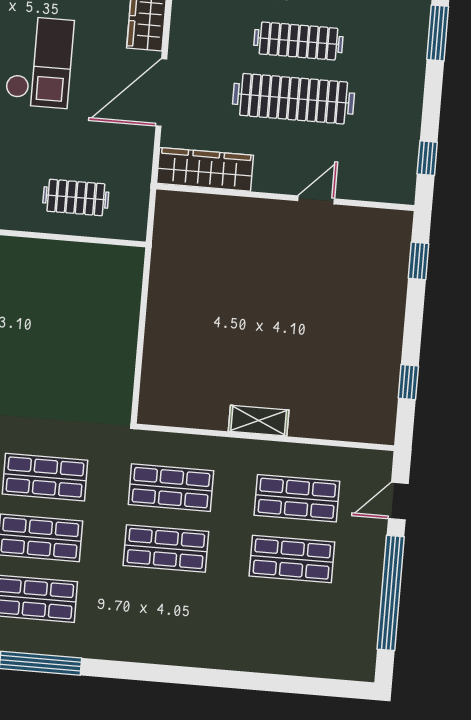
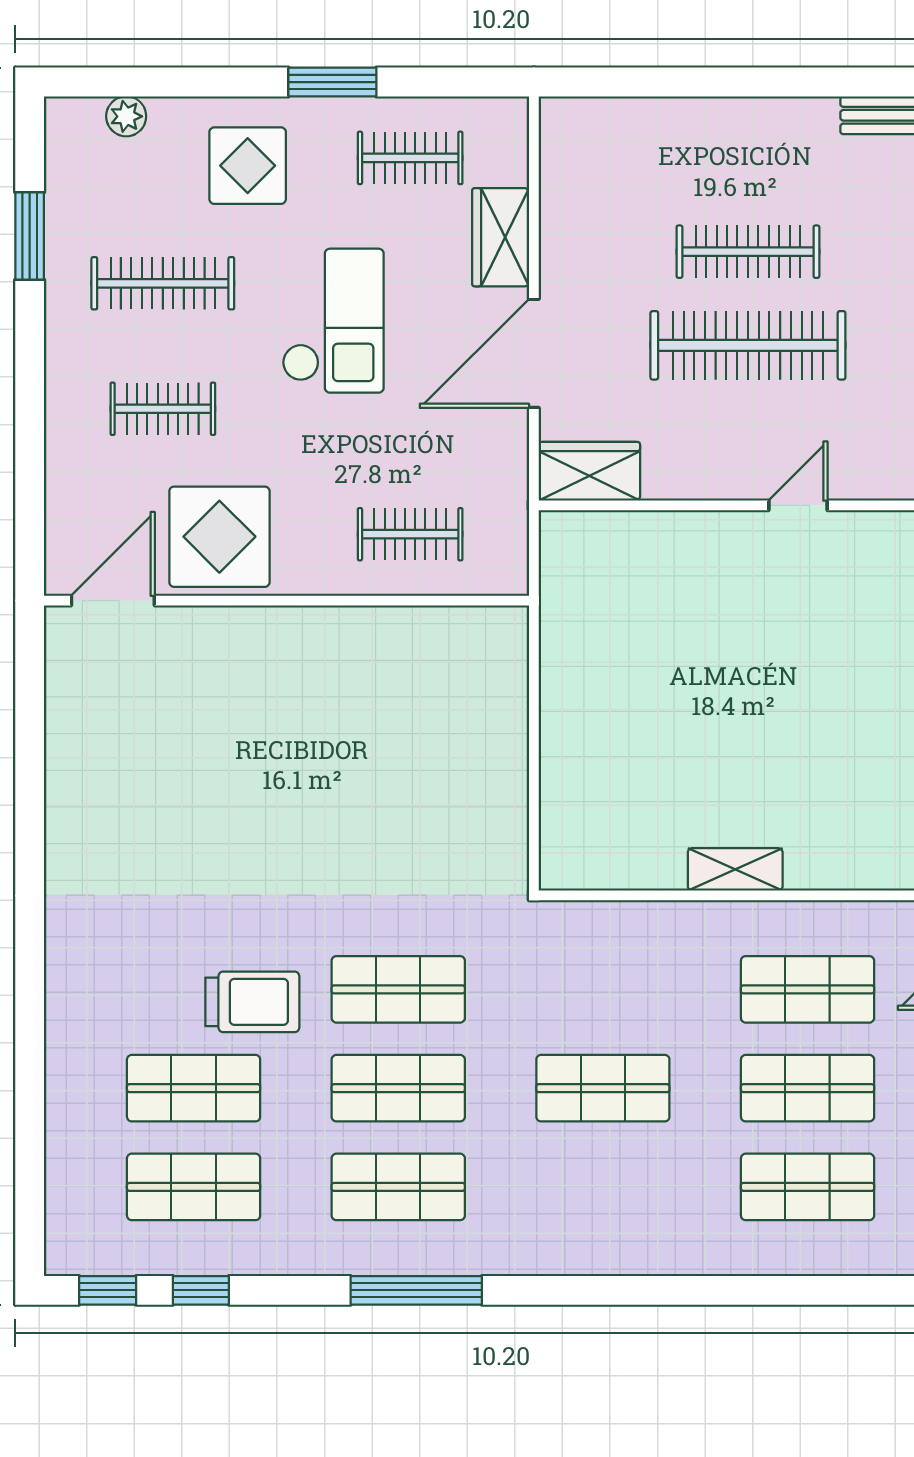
wardrobe: (205, 169) -> (589, 471), width x0.67
shop shelf: (171, 488) -> (808, 1187), moved

